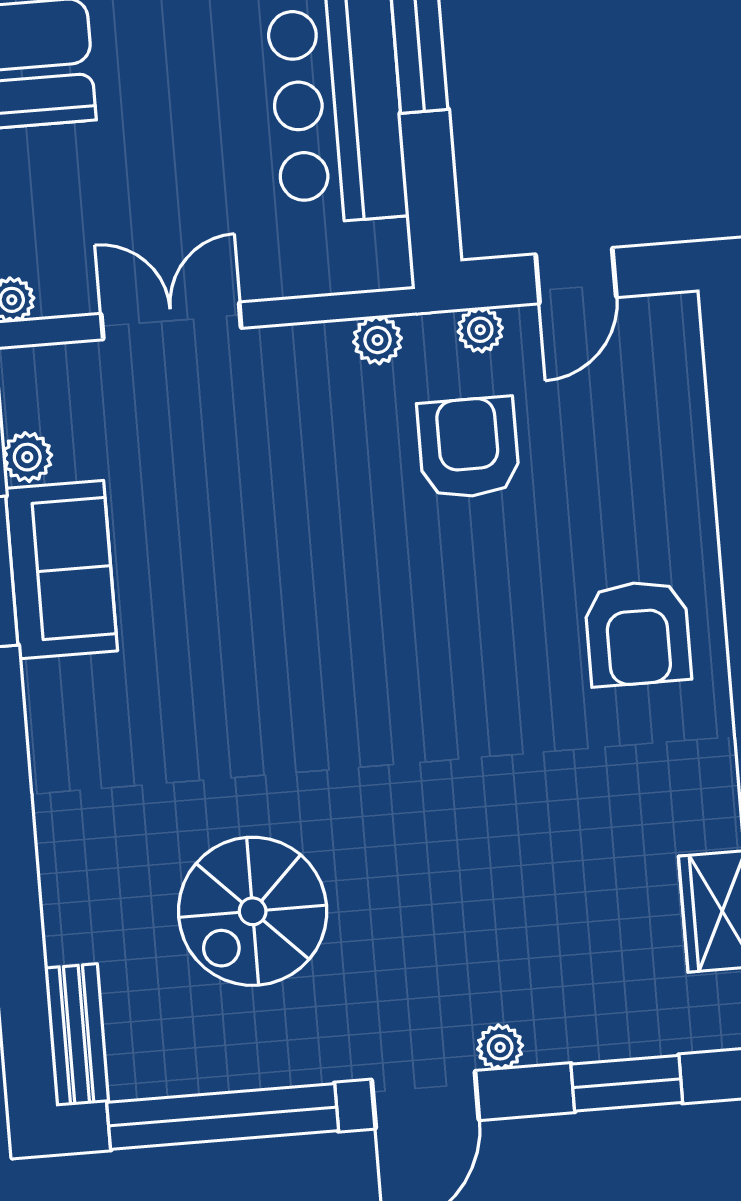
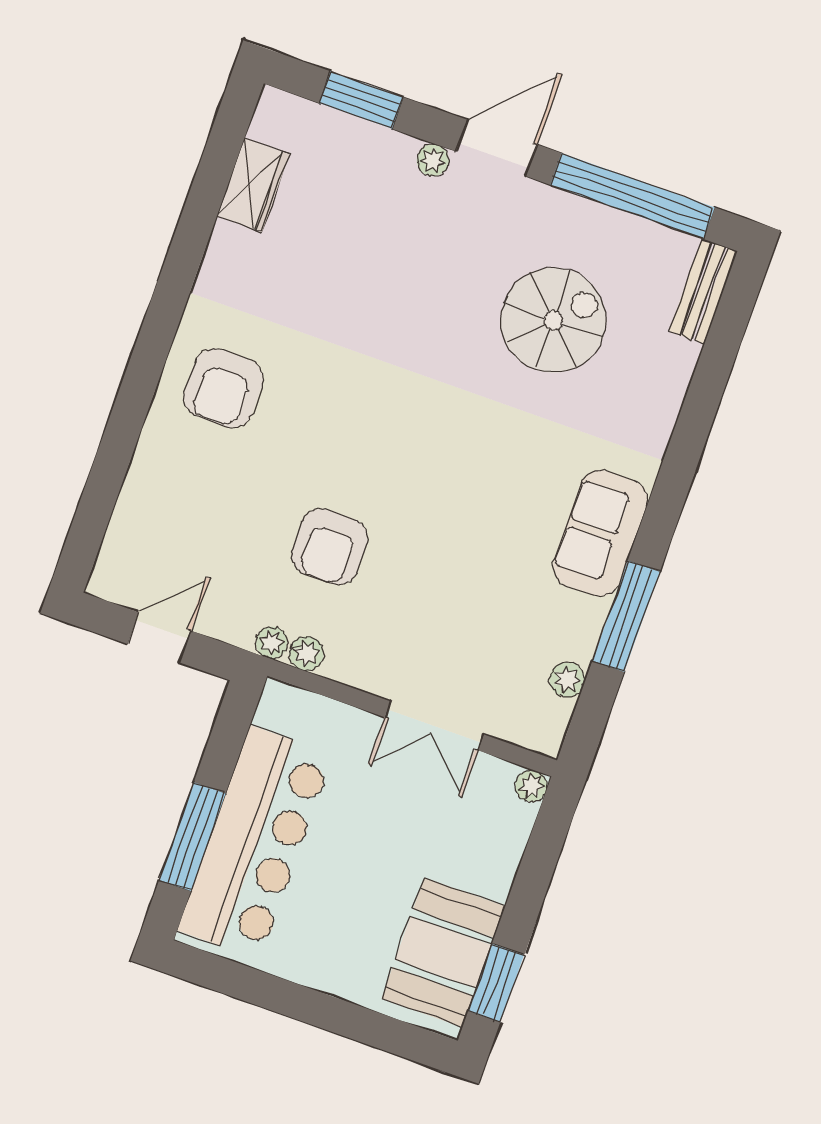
plant: (480, 330) -> (272, 643), moved
armchair: (468, 448) -> (330, 547), moved
sofa: (61, 570) -> (600, 533), moved
armchair: (638, 633) -> (223, 388), turned 180

